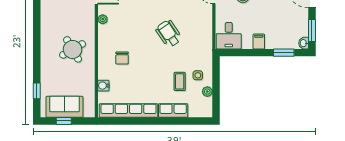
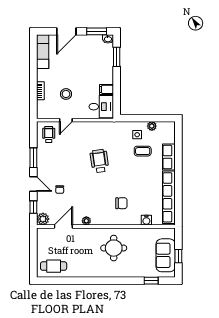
wheelchair: (169, 34) -> (99, 161), turned 116
filing cabinet: (259, 42) -> (107, 89), moved
round table: (73, 49) -> (114, 248), turned 30

